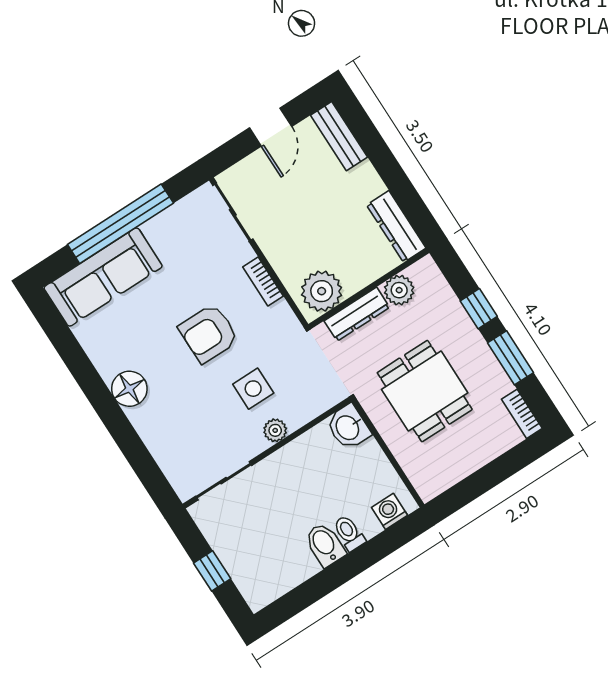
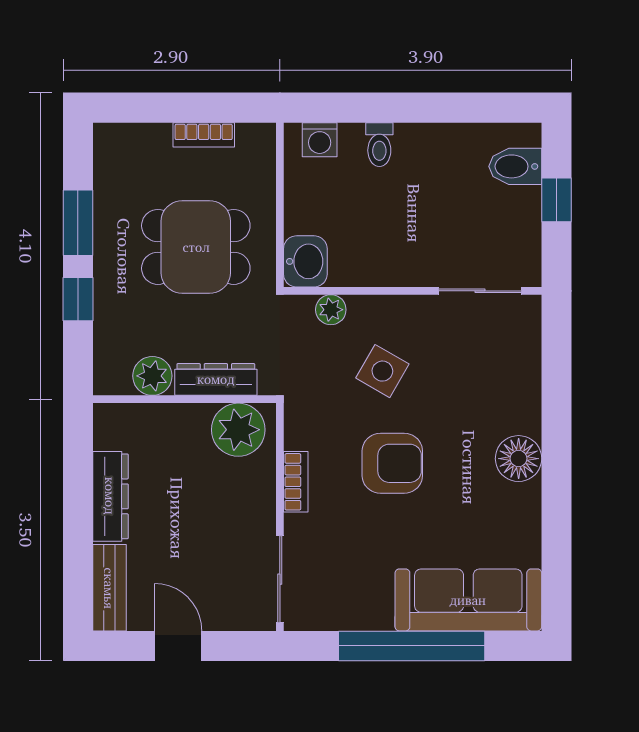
door: (271, 127) -> (178, 646), hinge flipped
dresser: (396, 226) -> (110, 496), moved
side table: (253, 389) -> (382, 371), turned 30
dining table: (425, 391) -> (196, 247), turned 90
bookcase: (522, 414) -> (204, 135), moved, turned 90
plant: (275, 430) -> (331, 310), moved
bidet: (325, 545) -> (515, 166), moved, turned 90

